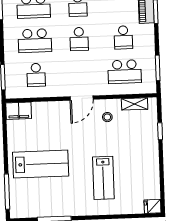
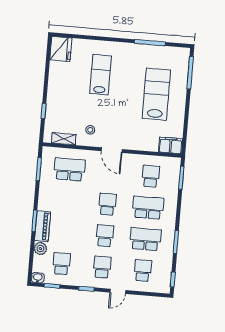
school desk: (123, 37) -> (67, 201), removed
door: (82, 98) -> (112, 150), swing flipped
lab bench: (41, 164) -> (156, 94), turned 90
fridge: (153, 206) -> (61, 49), width x1.88, depth x1.34

